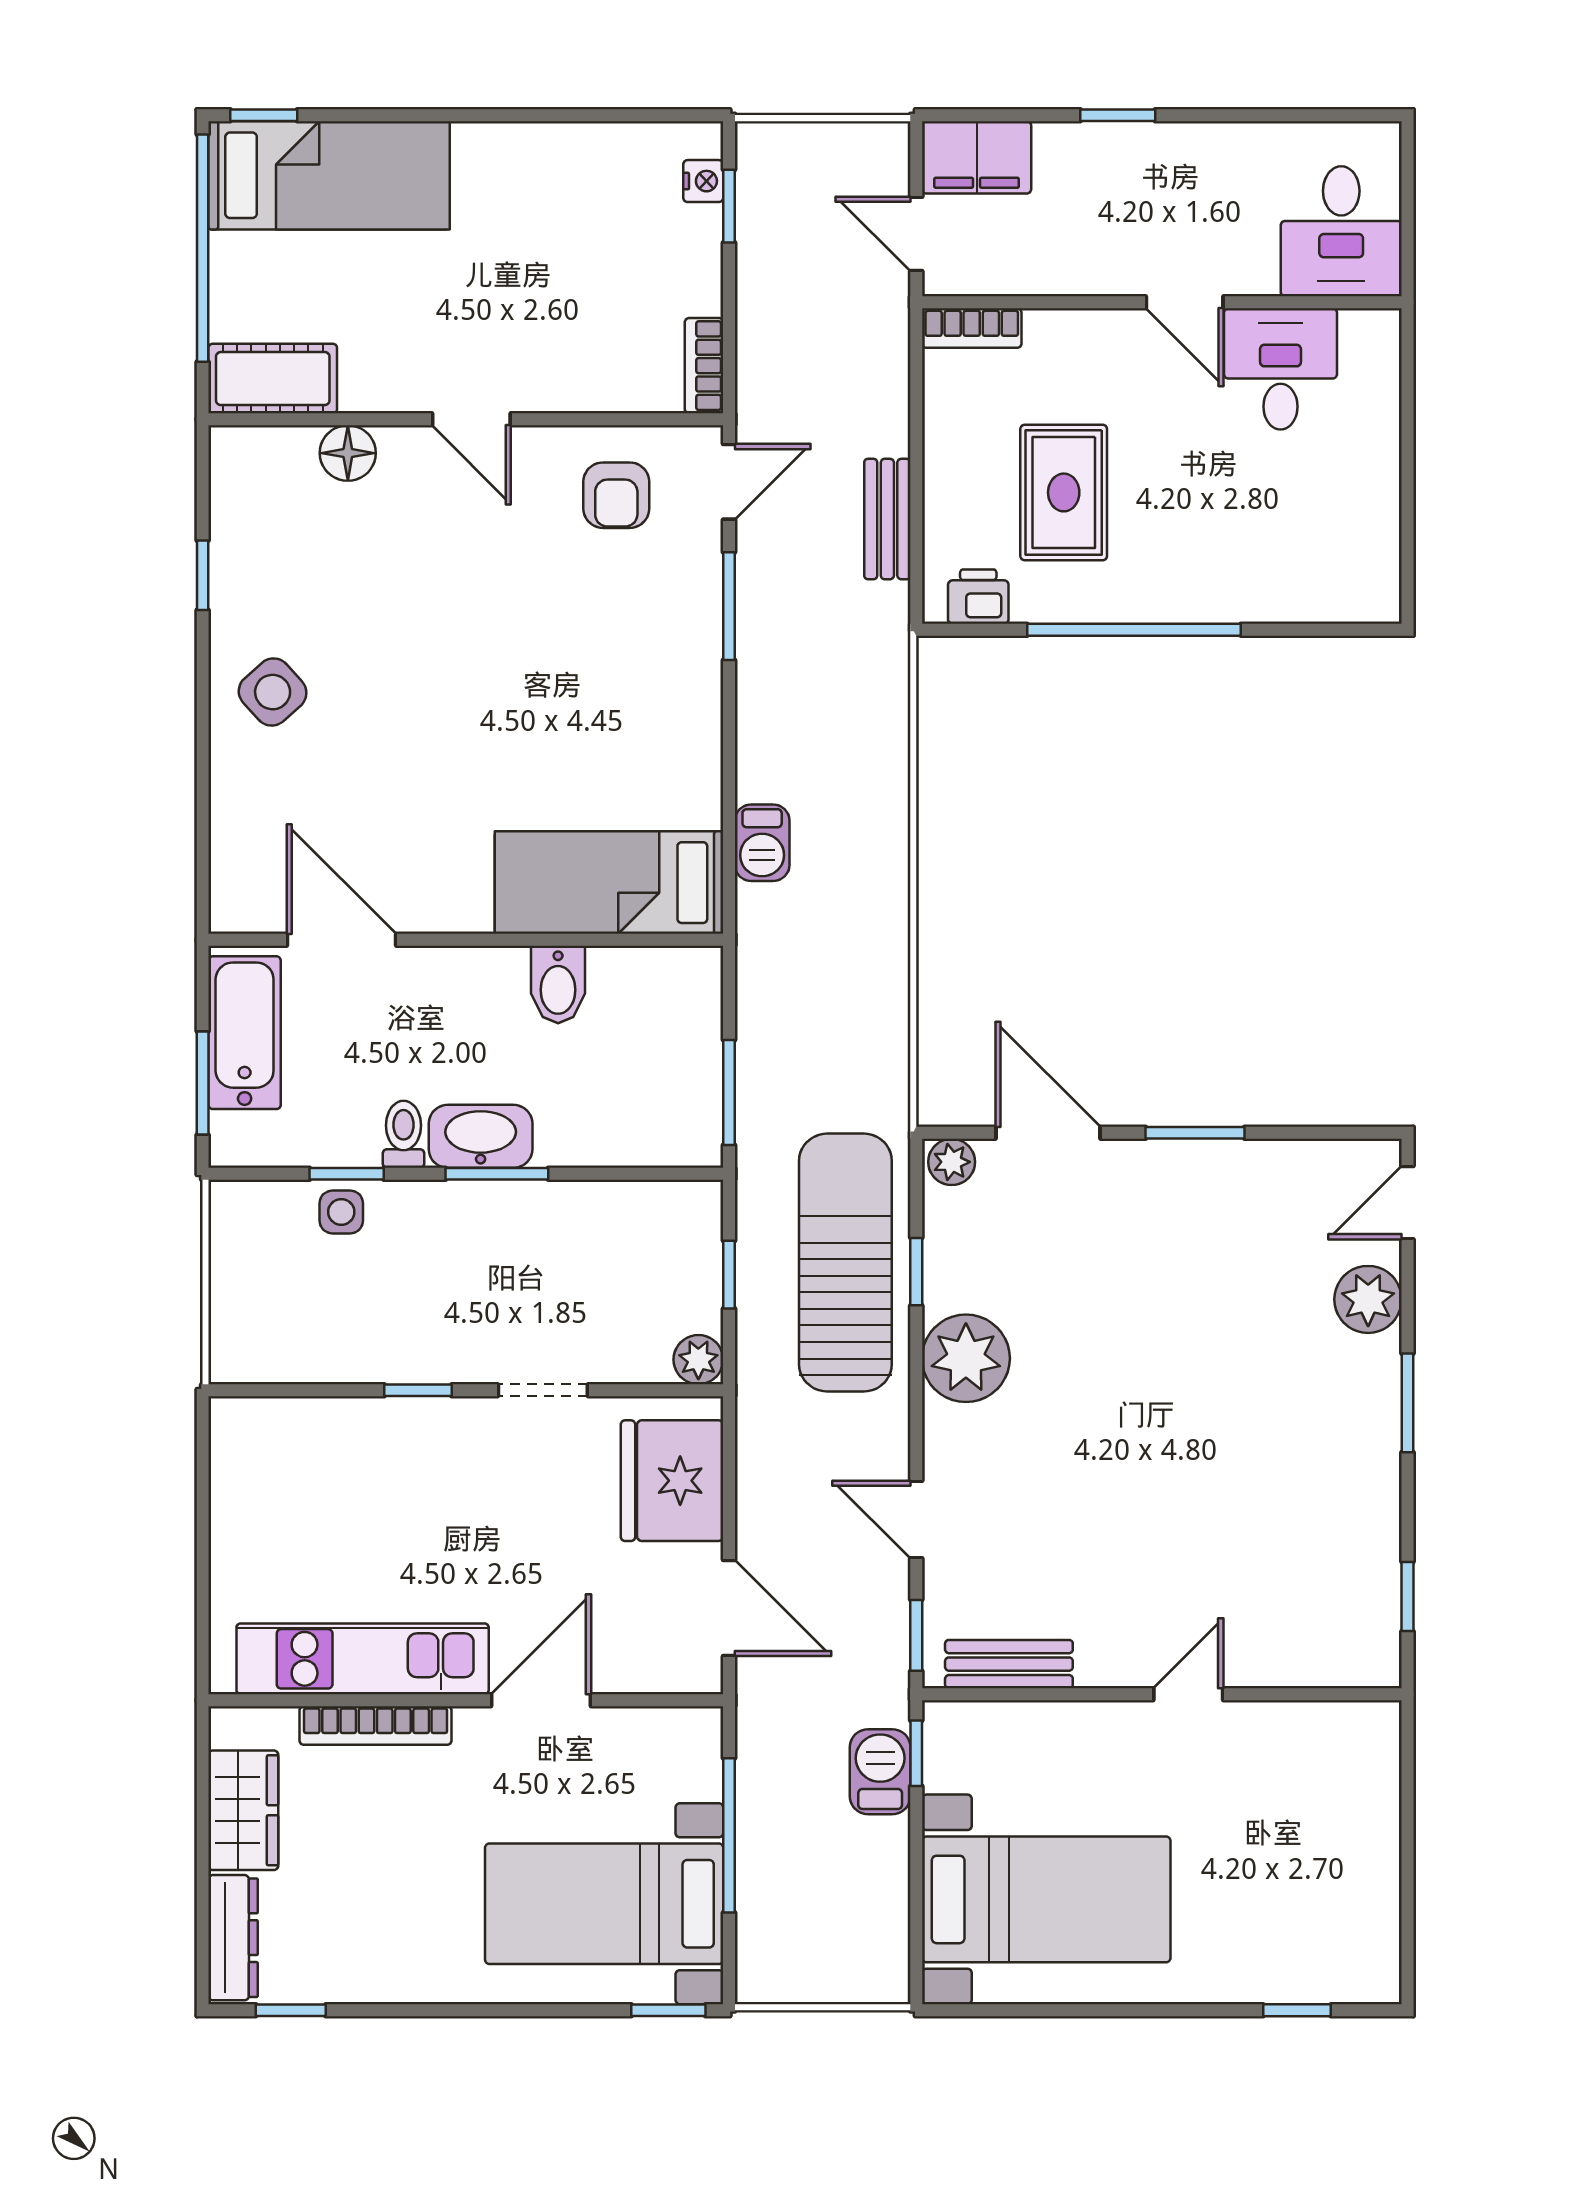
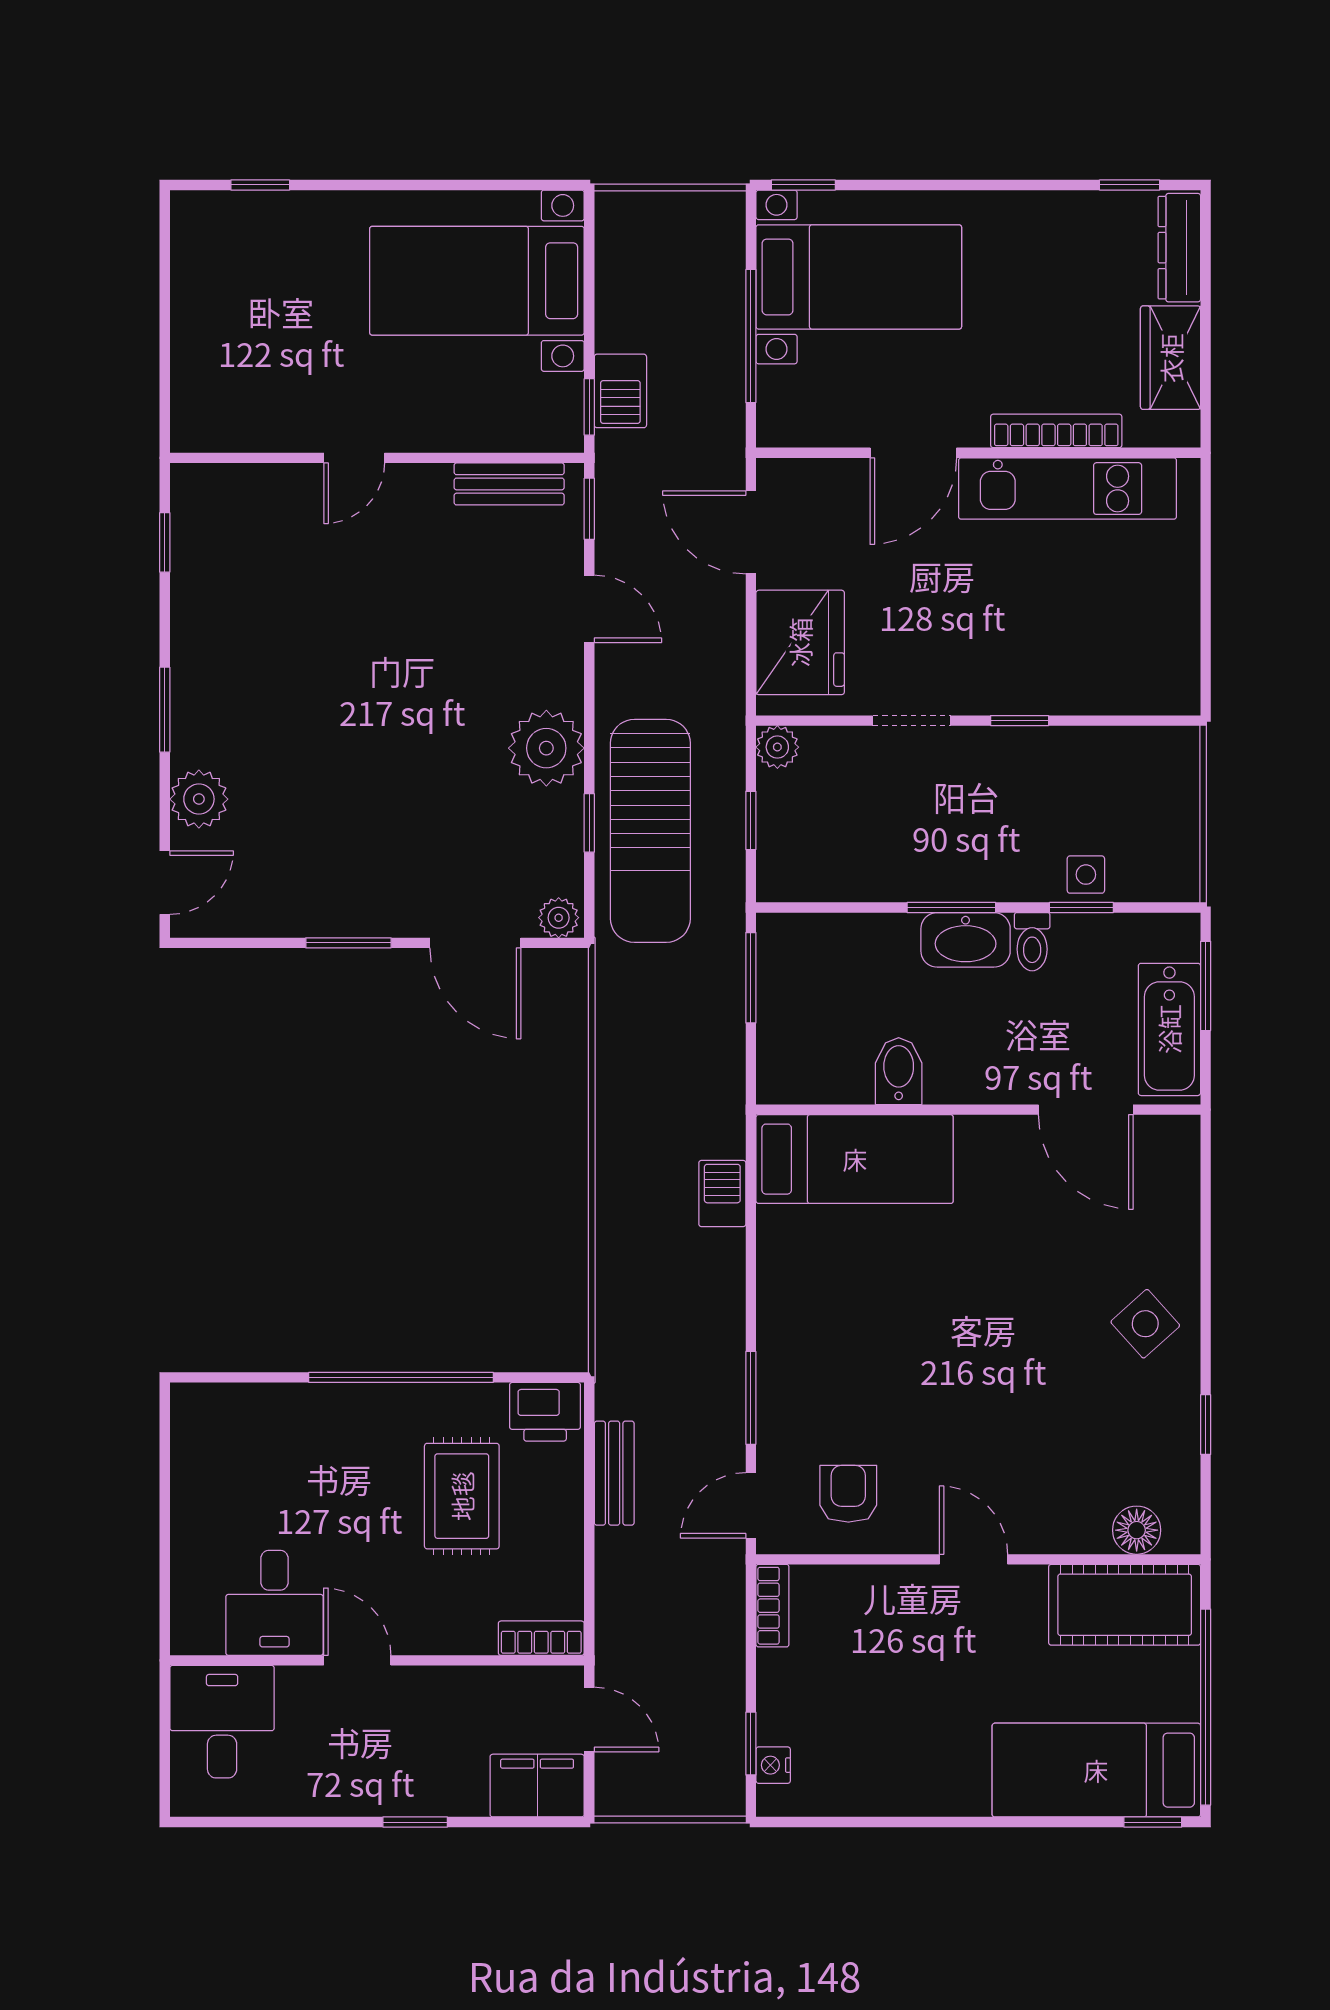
cot: (273, 379) -> (1125, 1605), width x1.37, depth x1.34
floor lamp: (348, 453) -> (1137, 1530), moved
printer: (978, 597) -> (545, 1412), width x1.36, depth x1.24

